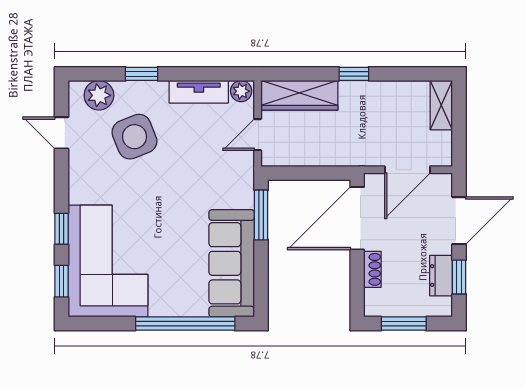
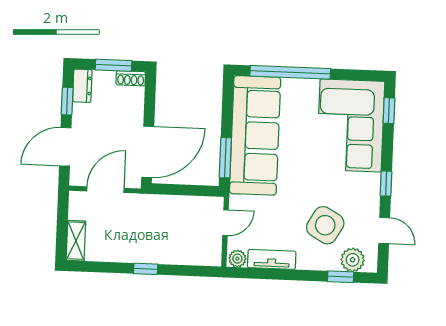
window: (142, 74) -> (341, 277), moved
wardrobe: (299, 95) -> (190, 253), removed
side table: (134, 137) -> (325, 225), turned -38
window: (61, 229) -> (386, 184), moved
sofa: (232, 263) -> (255, 135), width x1.36, depth x1.27
shoe rack: (372, 269) -> (131, 78), moved, turned -90
dresser: (441, 276) -> (82, 86), moved

